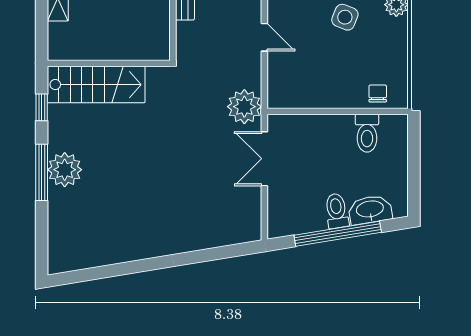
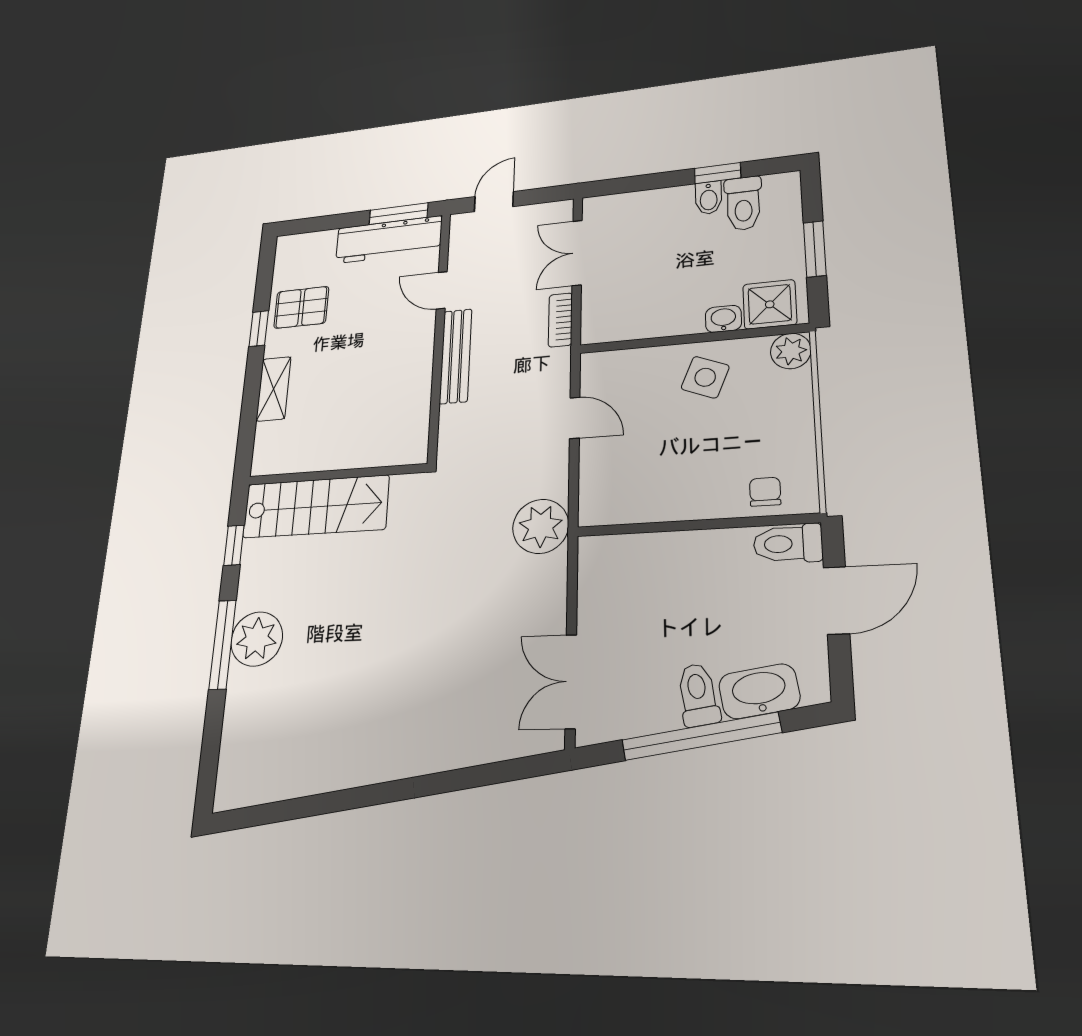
toilet: (367, 133) -> (788, 544), moved, turned 90
double door: (264, 159) -> (571, 681), moved
door: (414, 160) -> (836, 600), added

